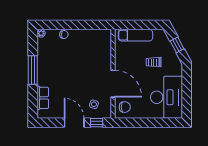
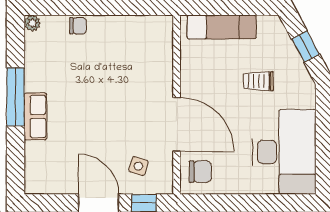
row of seats: (43, 98) -> (35, 116), moved

